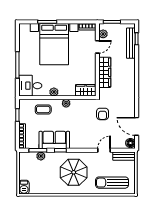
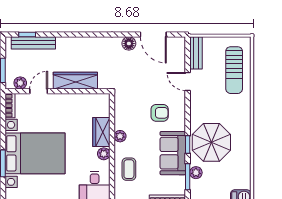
door: (97, 47) -> (39, 91), hinge flipped
wardrobe: (86, 90) -> (101, 132), moved
armchair: (103, 114) -> (160, 113), moved
door: (137, 126) -> (153, 35), hinge flipped
floor lamp: (130, 143) -> (129, 44), moved
parasol: (74, 172) -> (211, 142), moved

